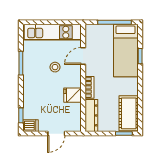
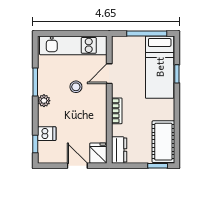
plant: (28, 79) -> (44, 101), added
fridge: (72, 95) -> (98, 153), moved, turned 90
dresser: (91, 115) -> (119, 150), width x0.70
dishwasher: (30, 126) -> (47, 134), moved
door: (56, 134) -> (77, 166), swing flipped

